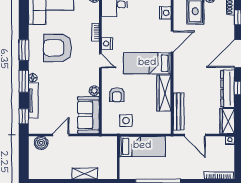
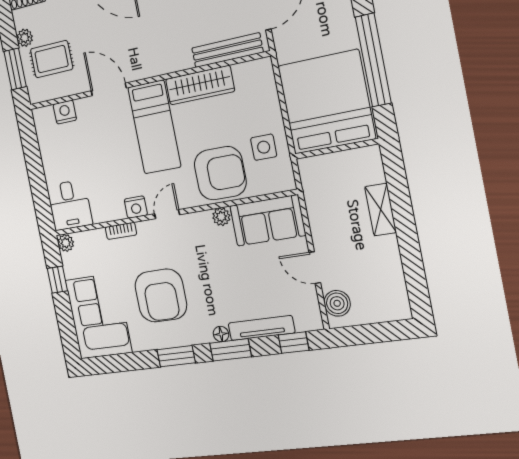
armchair: (117, 95) -> (220, 173), width x1.88, depth x1.88
bed: (142, 146) -> (326, 102), width x2.04

